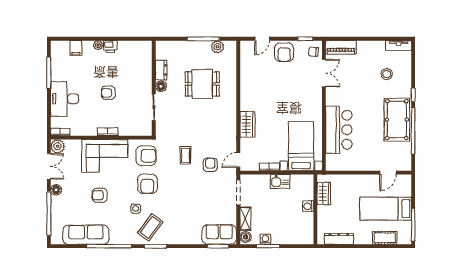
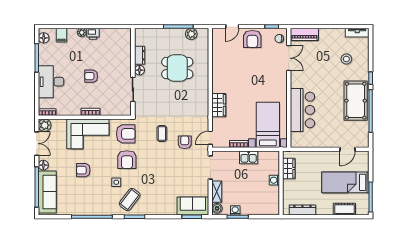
floor lamp: (56, 51) -> (44, 38), added
sofa: (86, 235) -> (47, 192), moved, turned 90

